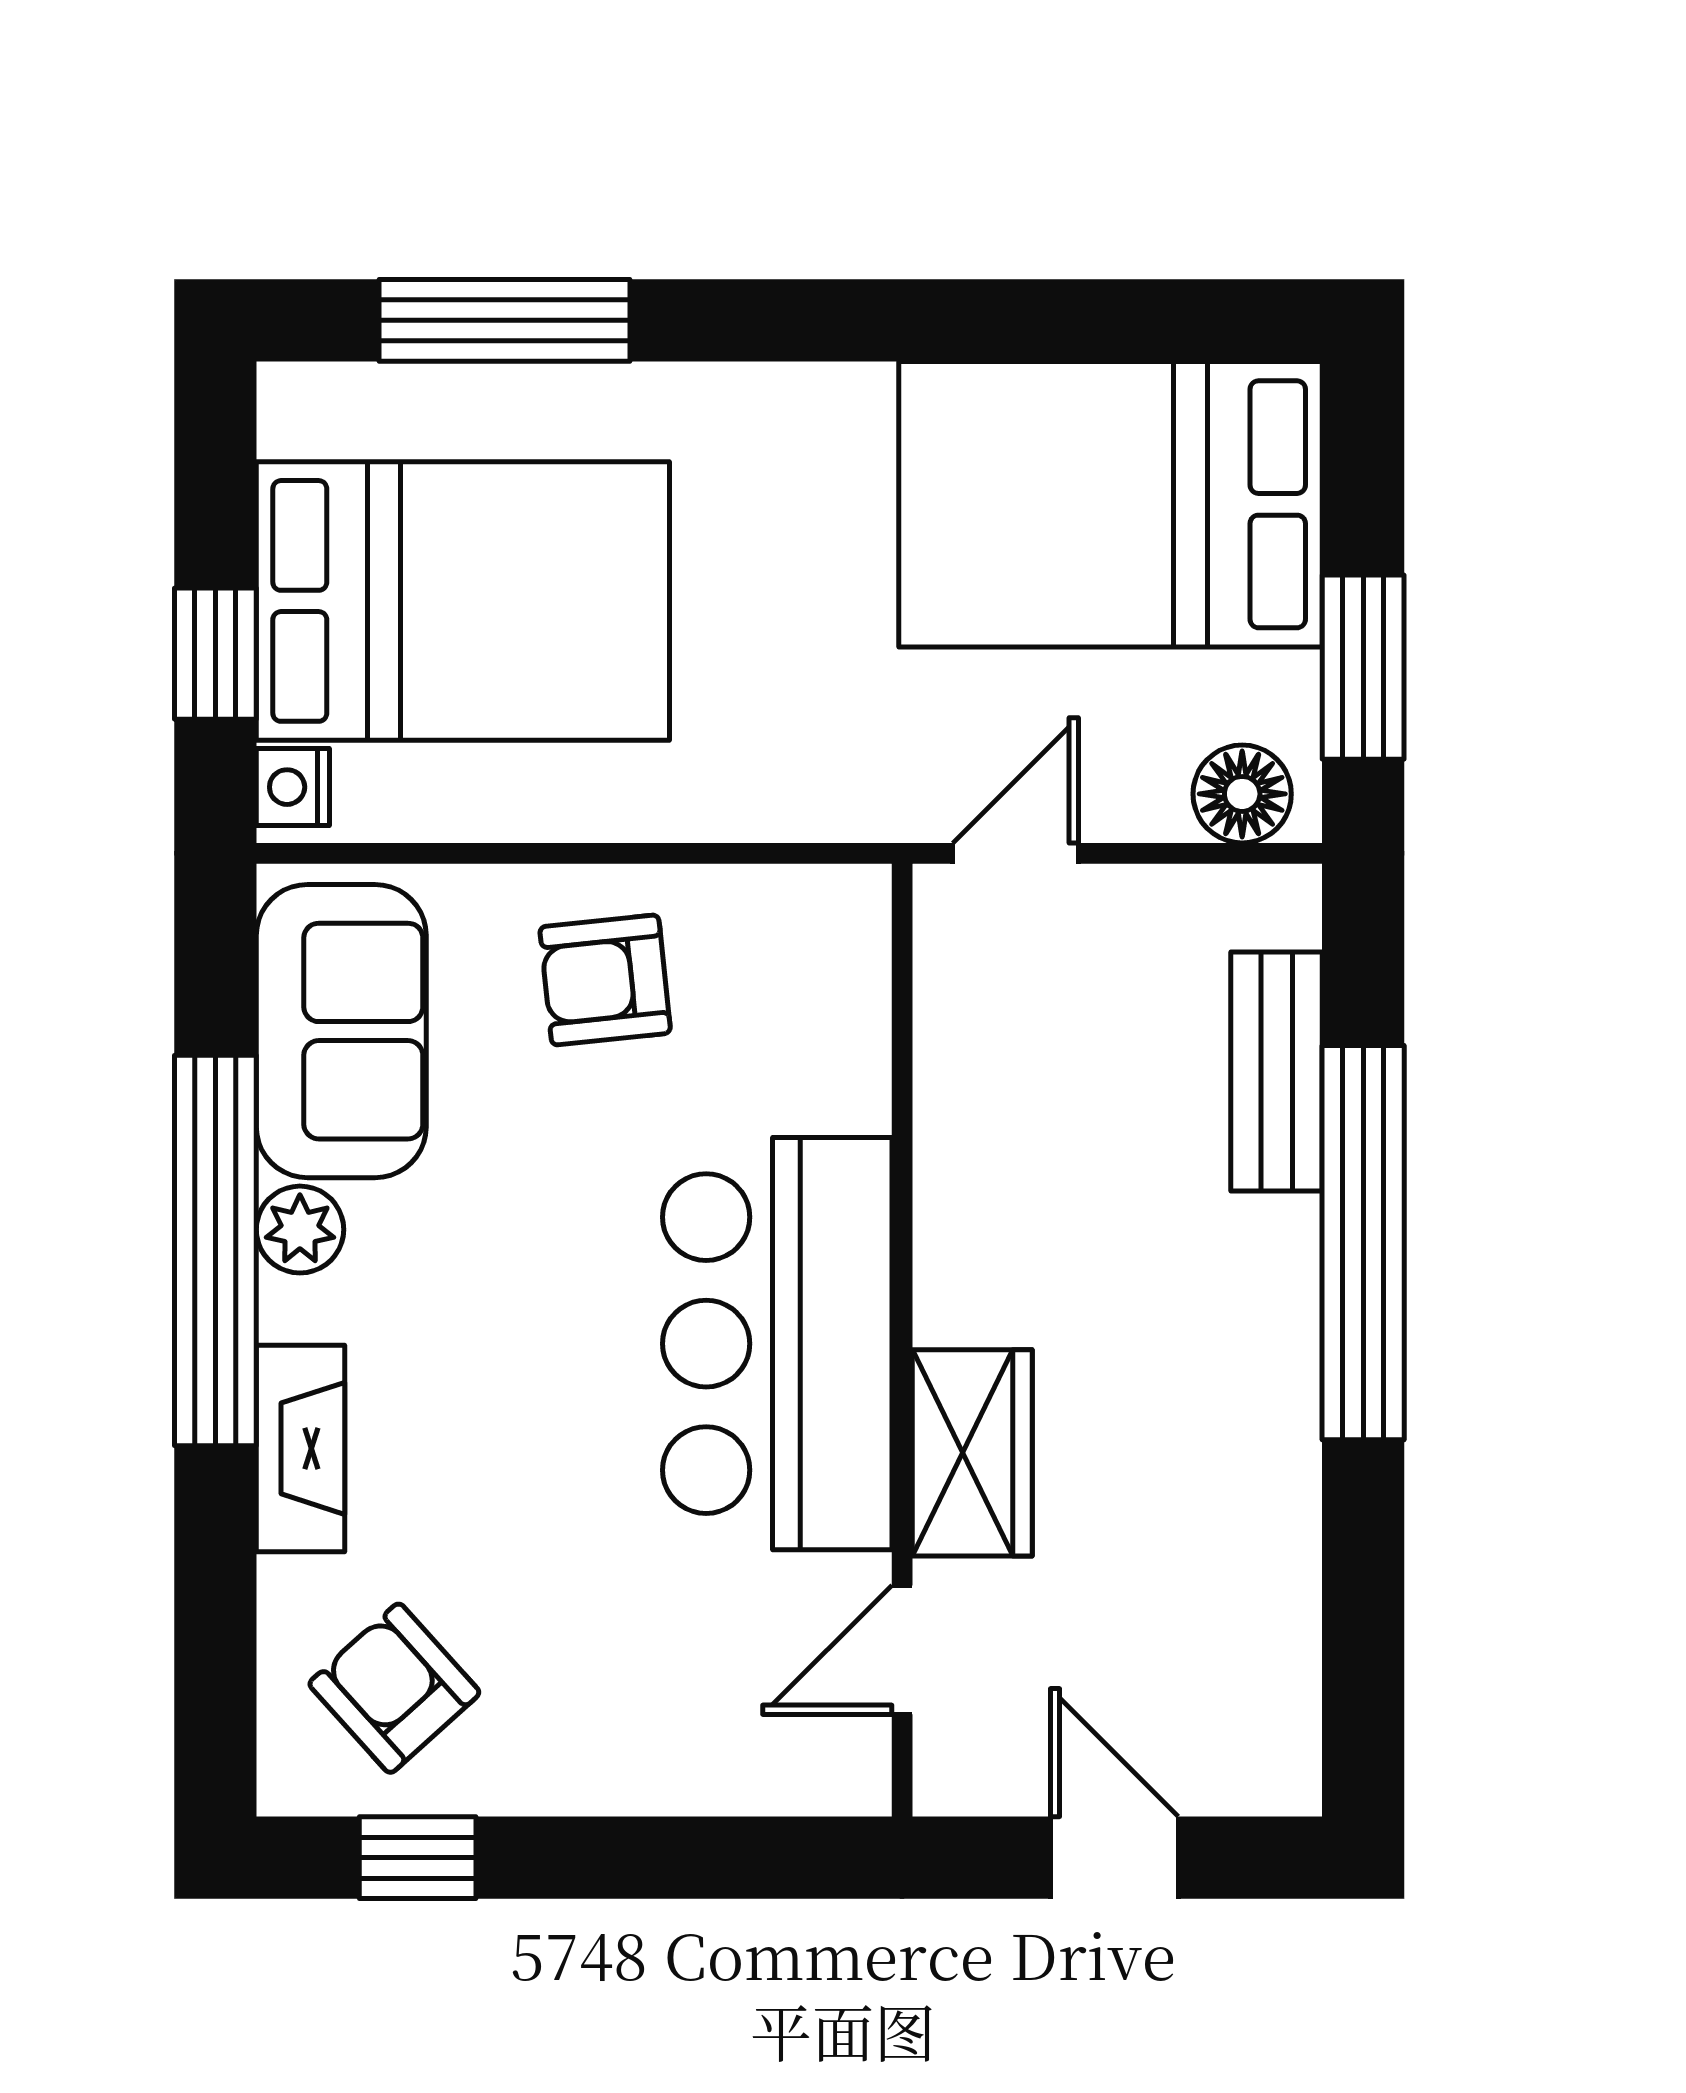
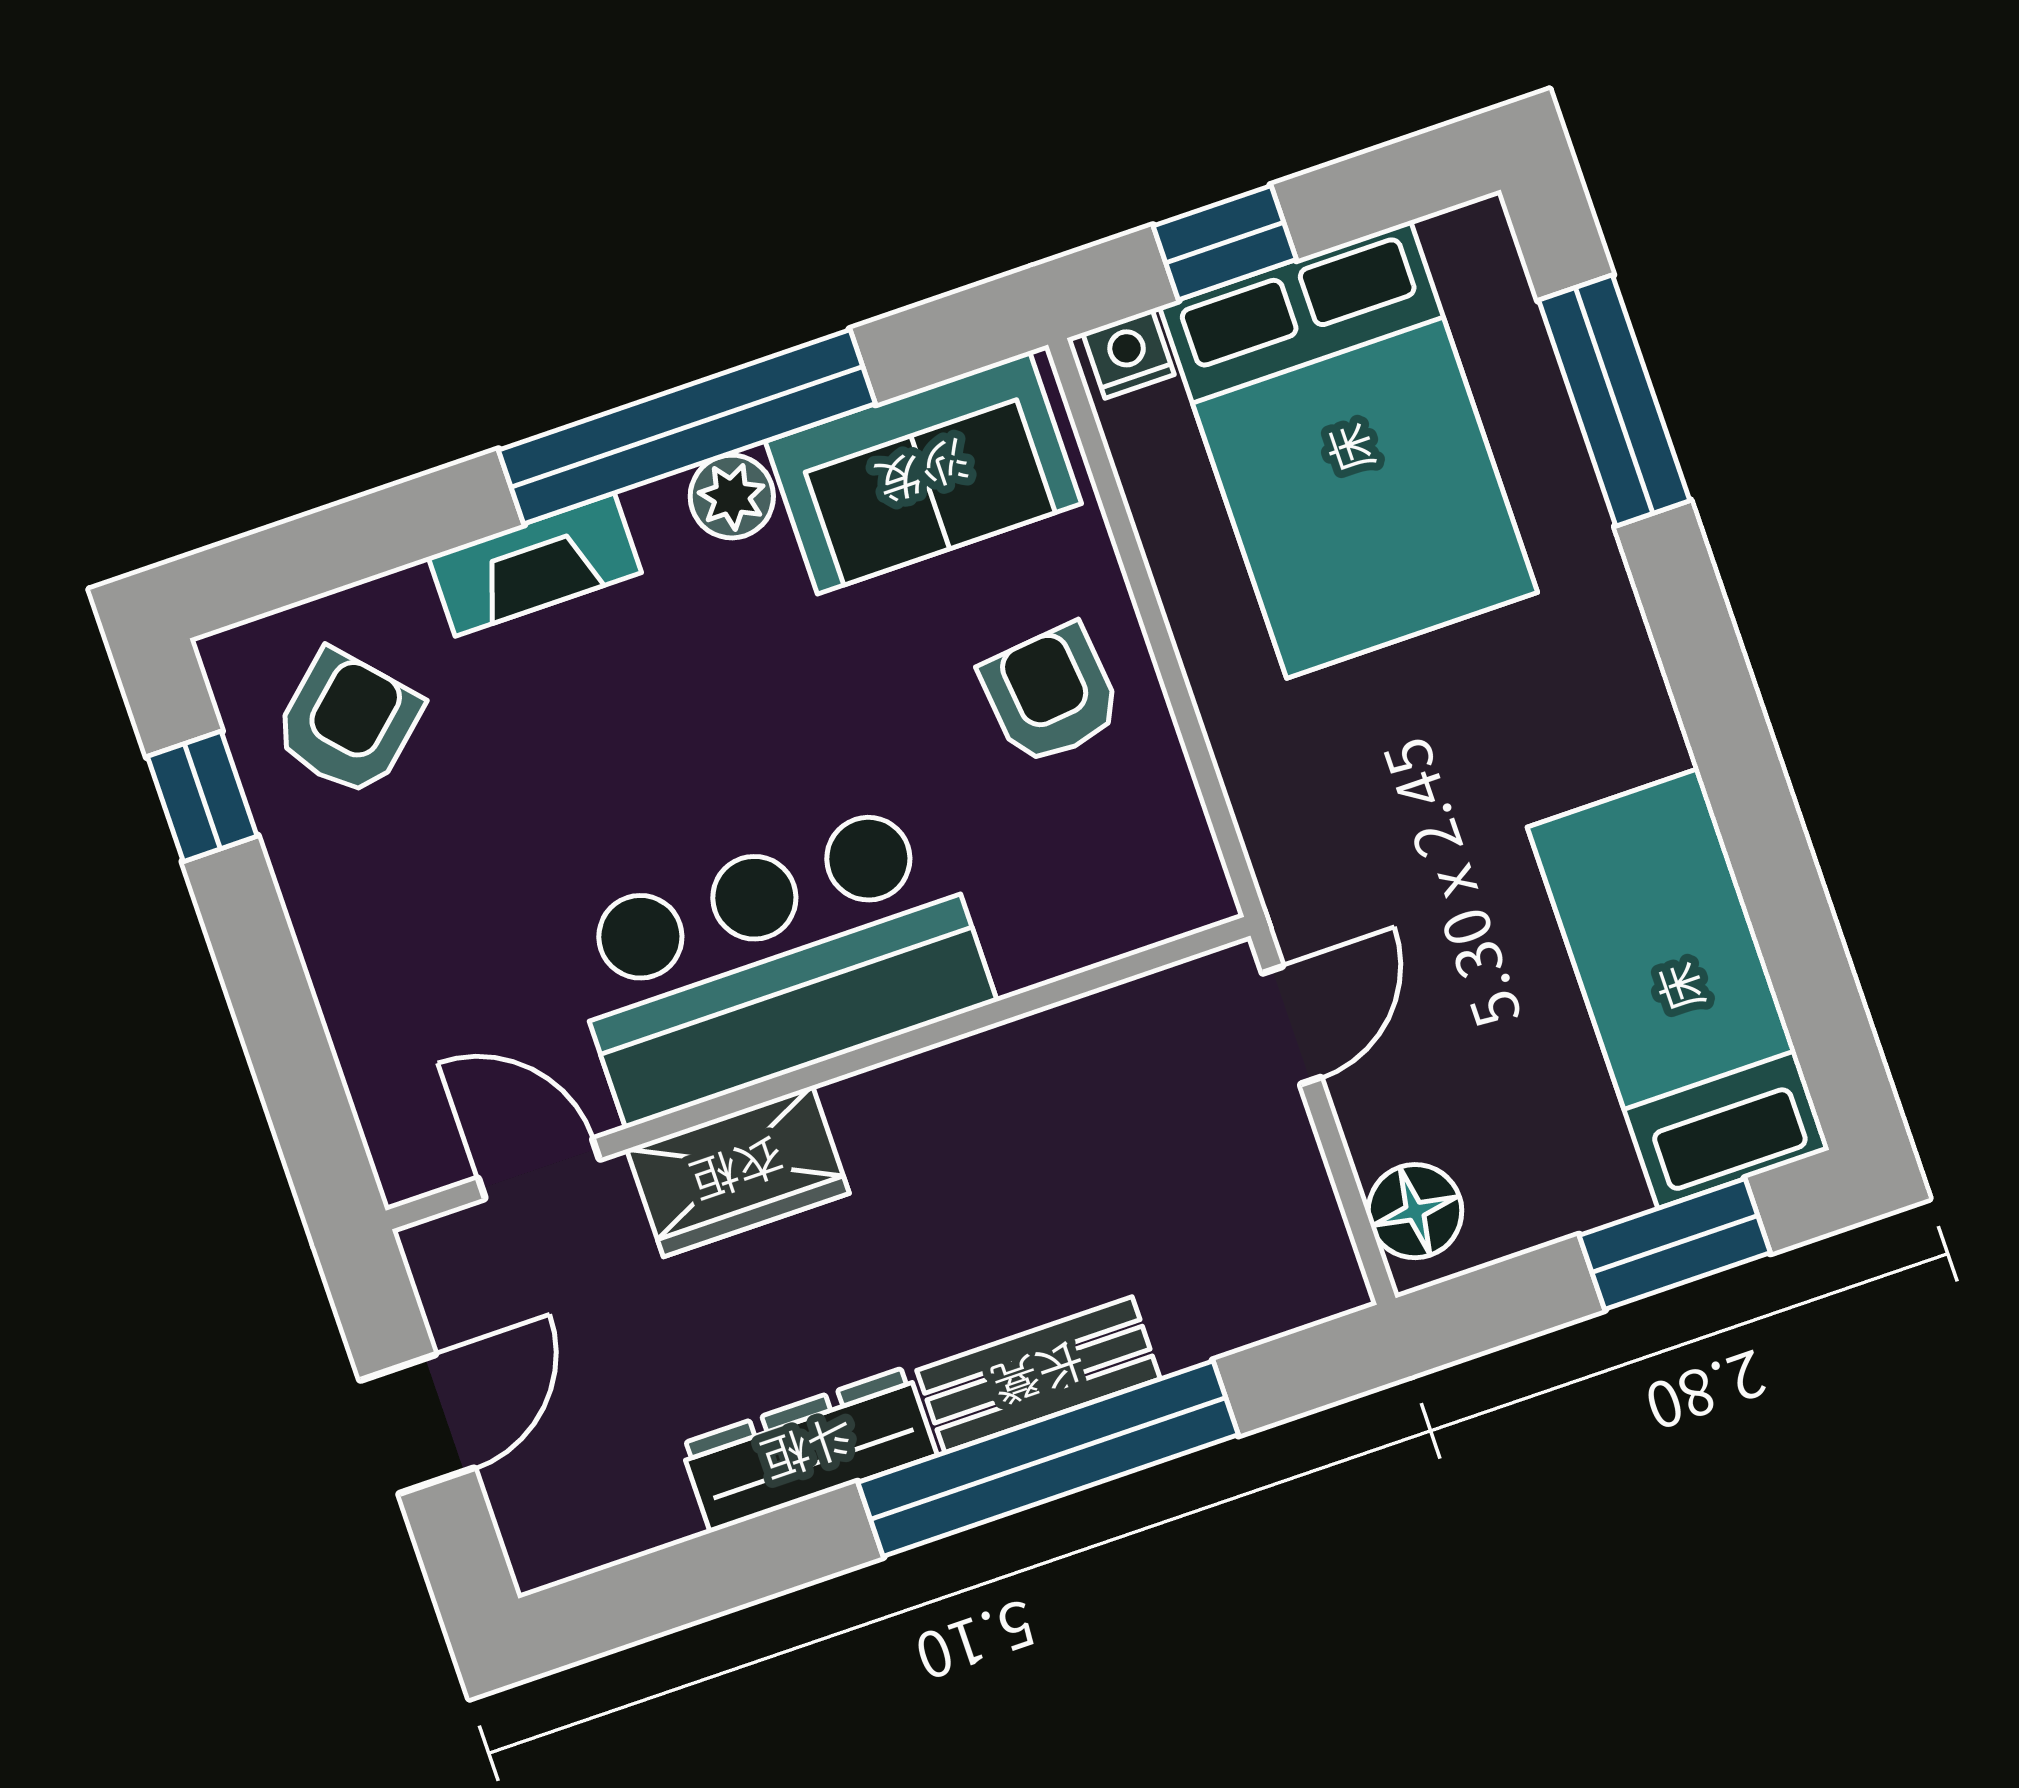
bed: (1110, 504) -> (1678, 988), width x0.67
window: (1363, 667) -> (1675, 1244), moved
door: (1016, 853) -> (1292, 1025), hinge flipped
bench: (1277, 1071) -> (1039, 1375), moved
dresser: (1273, 1477) -> (809, 1450), added

